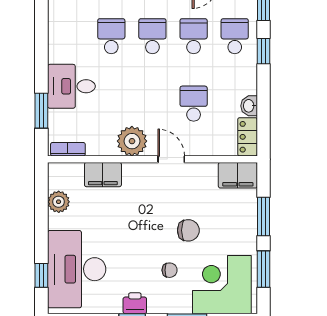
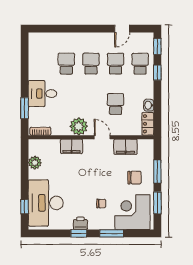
filing cabinet: (103, 175) -> (72, 146), moved
filing cabinet: (238, 175) -> (125, 147), moved
chair: (188, 230) -> (134, 178), moved

